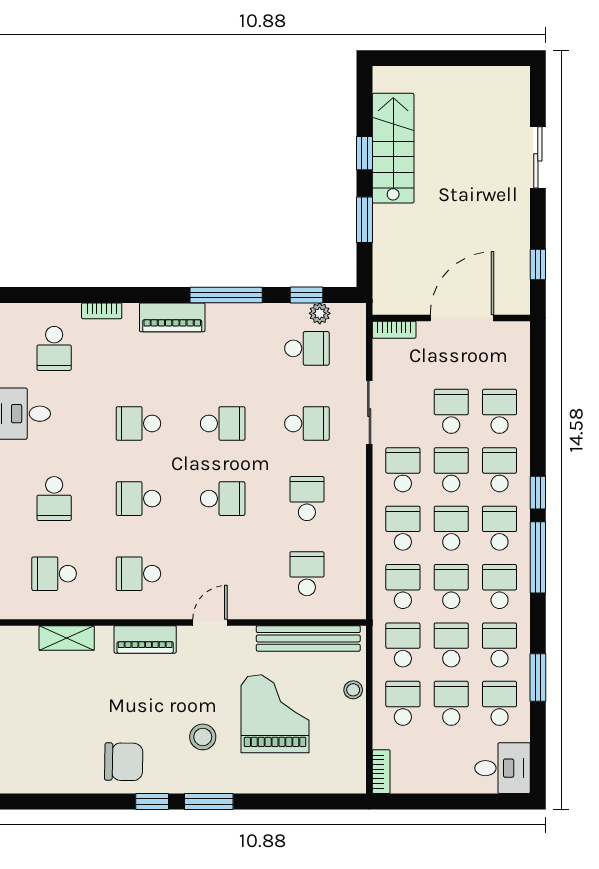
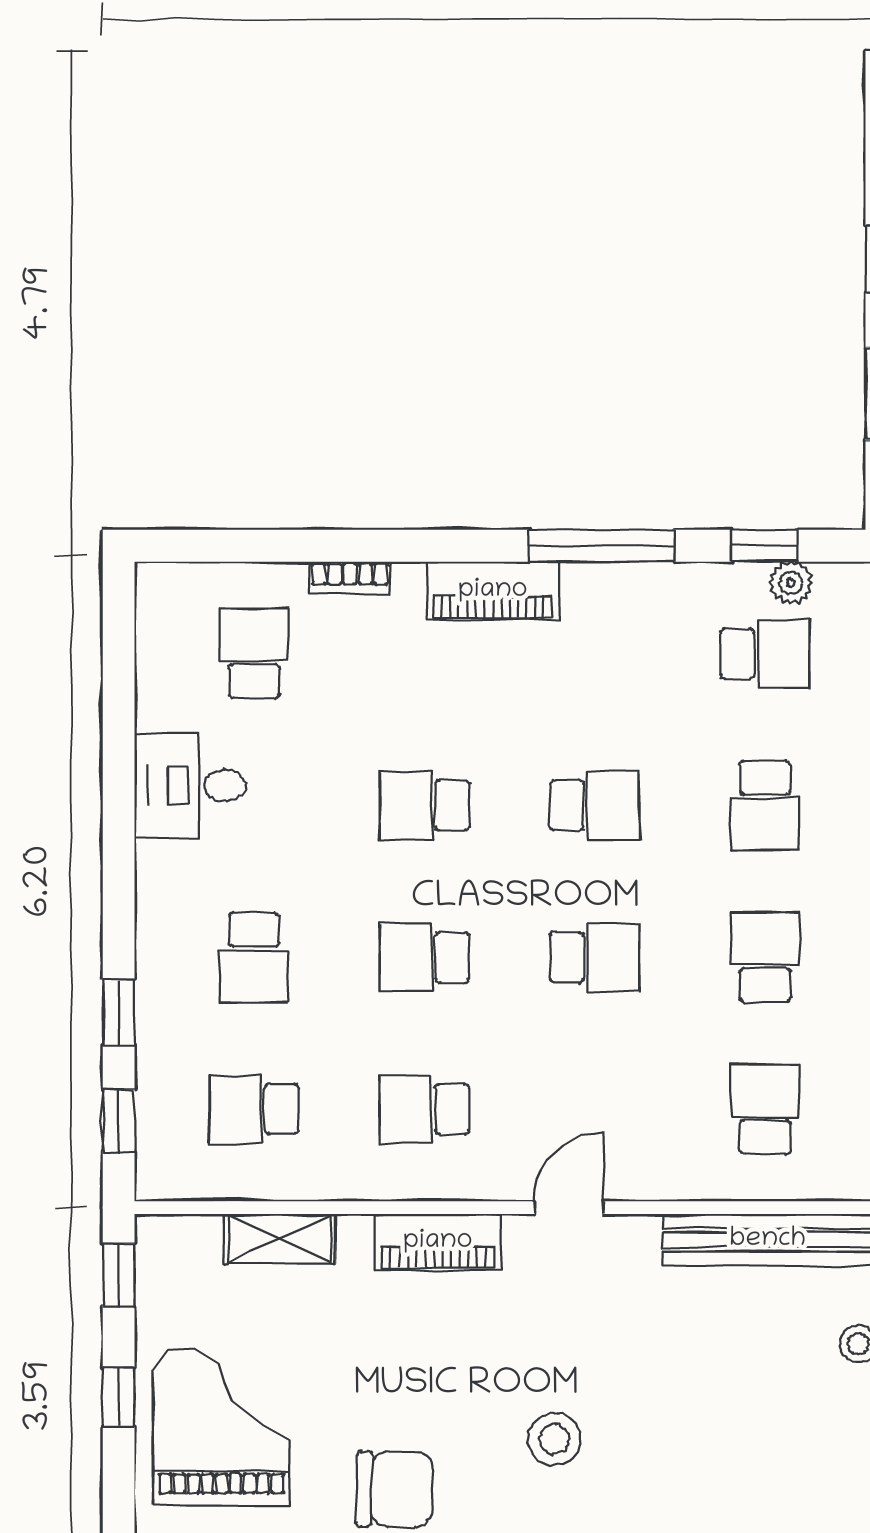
school desk: (54, 348) -> (254, 654), turned 180
school desk: (307, 423) -> (765, 806), turned 90
grand piano: (275, 714) -> (221, 1427), moved

